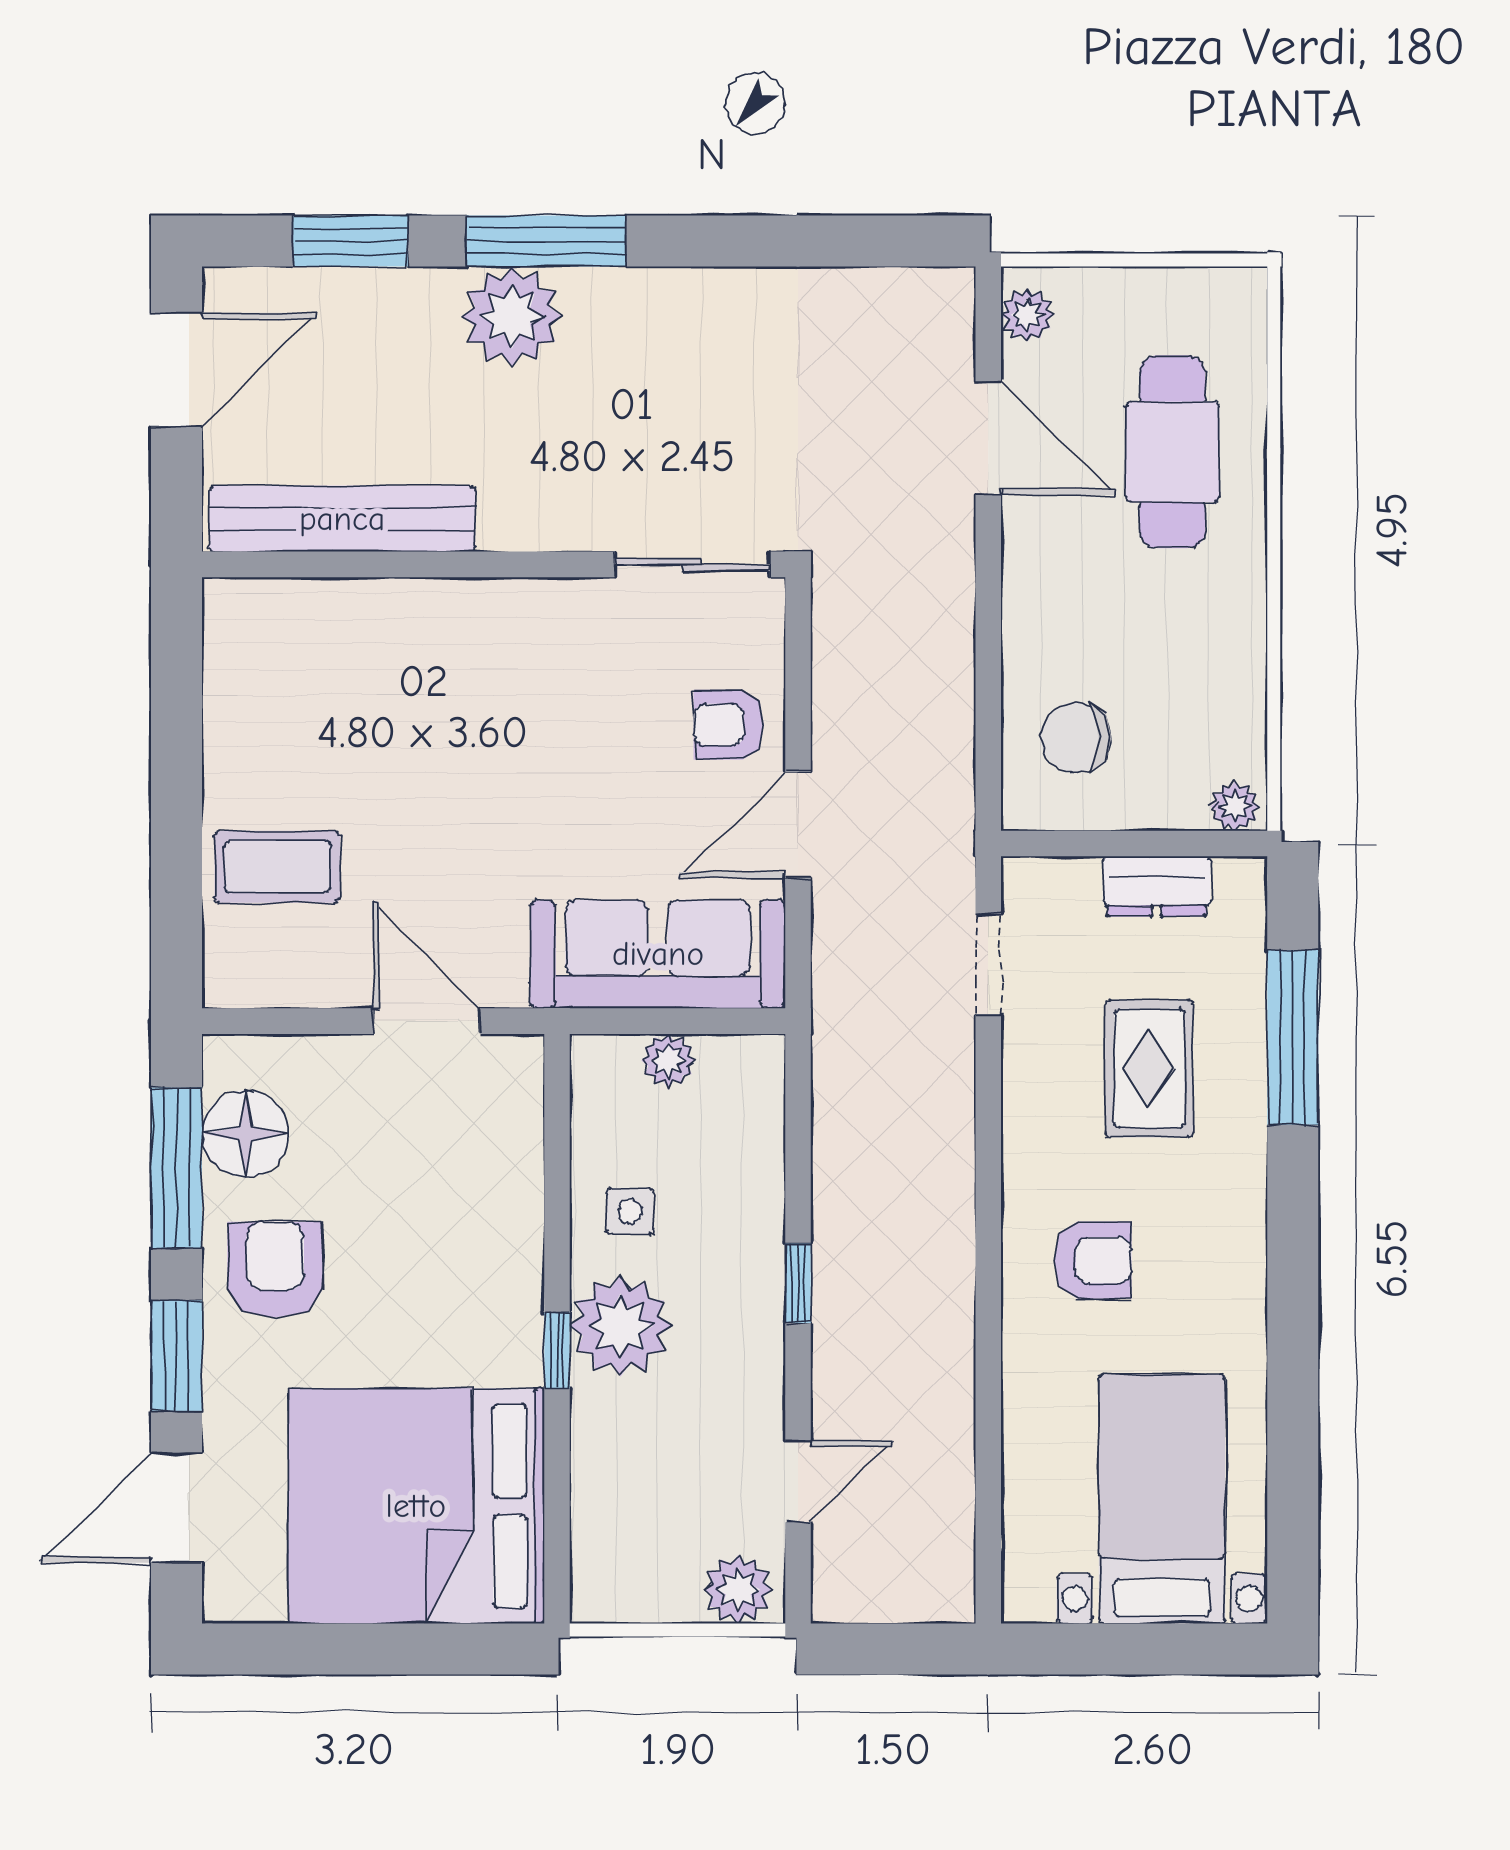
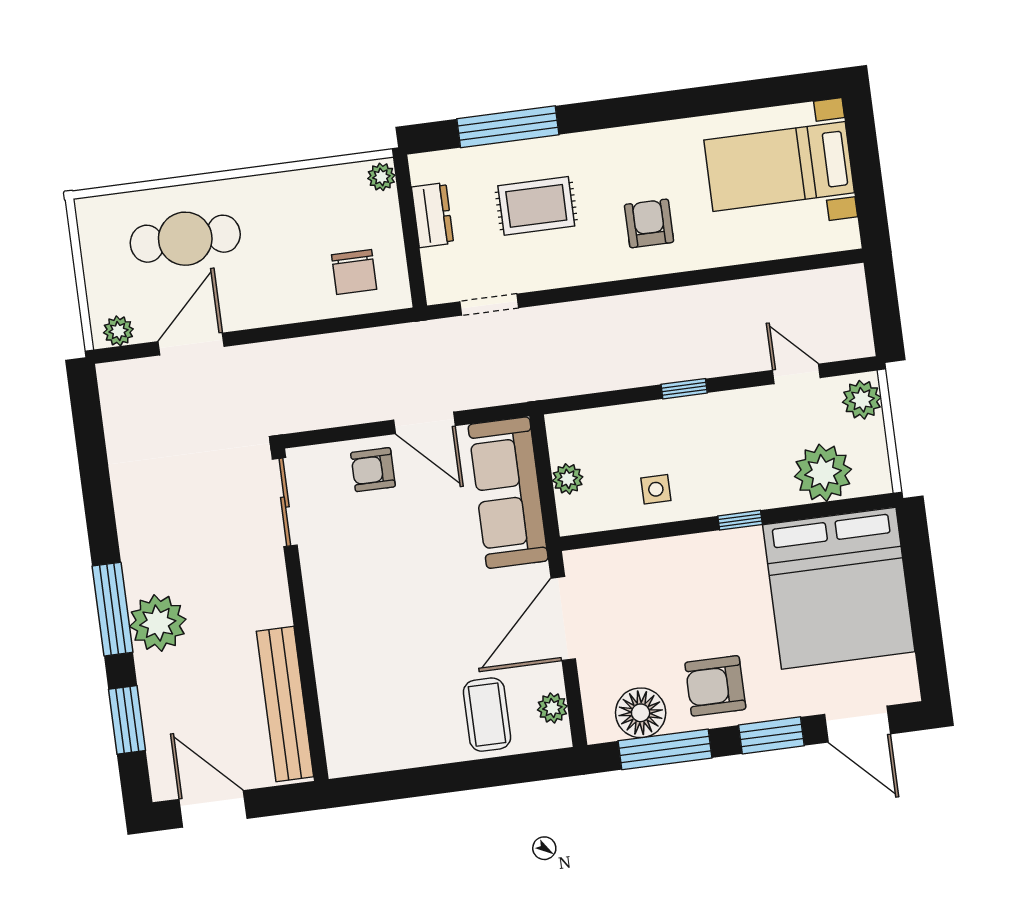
armchair: (729, 725) -> (373, 470), turned 90
plant: (274, 982) -> (552, 708), added
door: (427, 1021) -> (563, 619), width x1.36
plant: (620, 1326) -> (823, 473), moved

